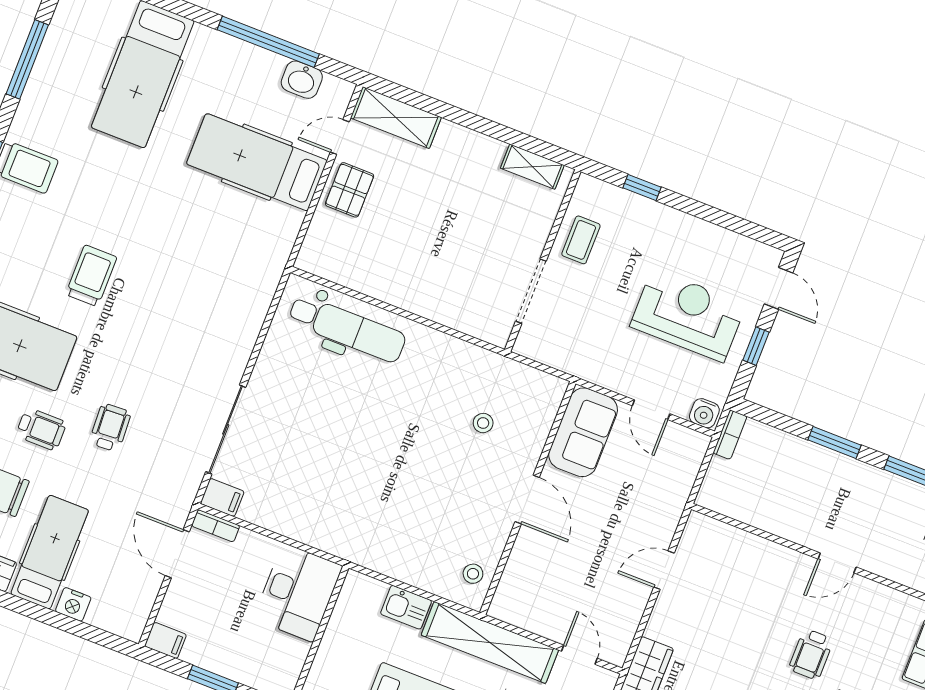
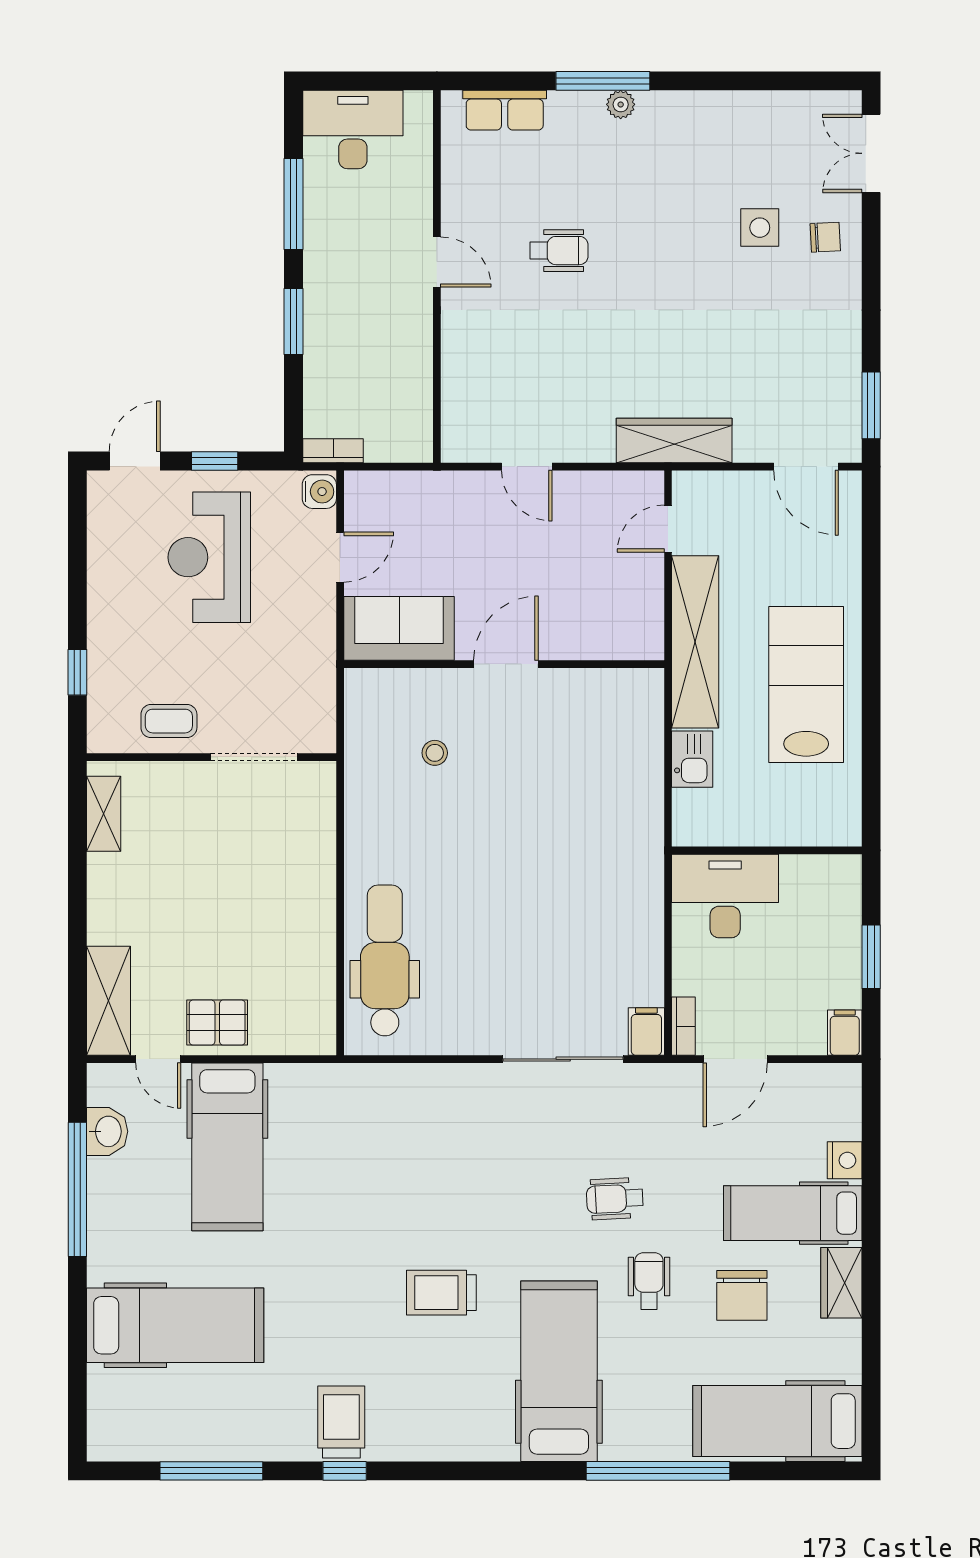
stool: (473, 574) -> (621, 694), removed

